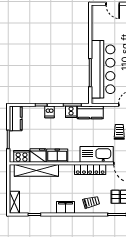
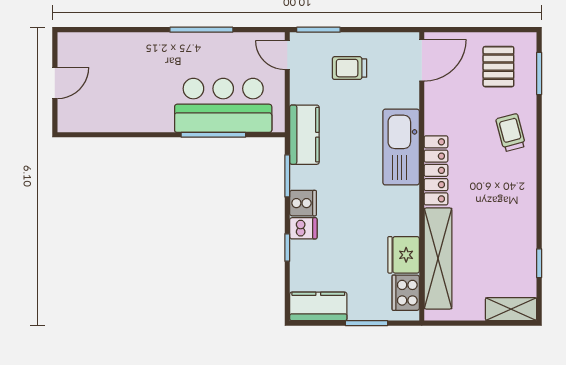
bar counter: (103, 69) -> (223, 105), width x0.73
cooker: (71, 112) -> (303, 203), moved
kitchen sink: (97, 154) -> (401, 147), moved
freezer: (57, 156) -> (404, 211), removed
locker: (90, 170) -> (436, 170), moved
filing cabinet: (65, 207) -> (523, 192), removed

